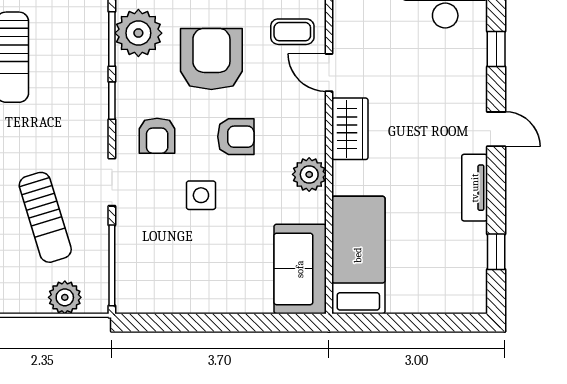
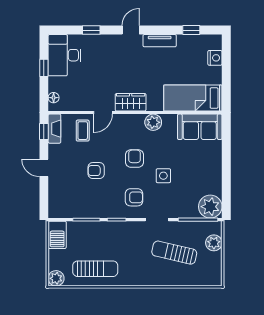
plant: (138, 33) -> (210, 207), moved
armchair: (211, 59) -> (96, 171), width x0.53, depth x0.53
sun lounger: (45, 217) -> (174, 253), turned -150
nightstand: (440, 300) -> (215, 58), added

